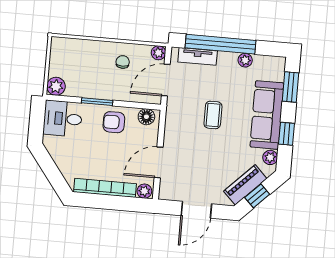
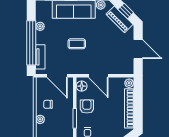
plant: (158, 53) -> (40, 119), moved
armchair: (114, 122) -> (87, 107), turned 180
door: (159, 162) -> (98, 76), moved

